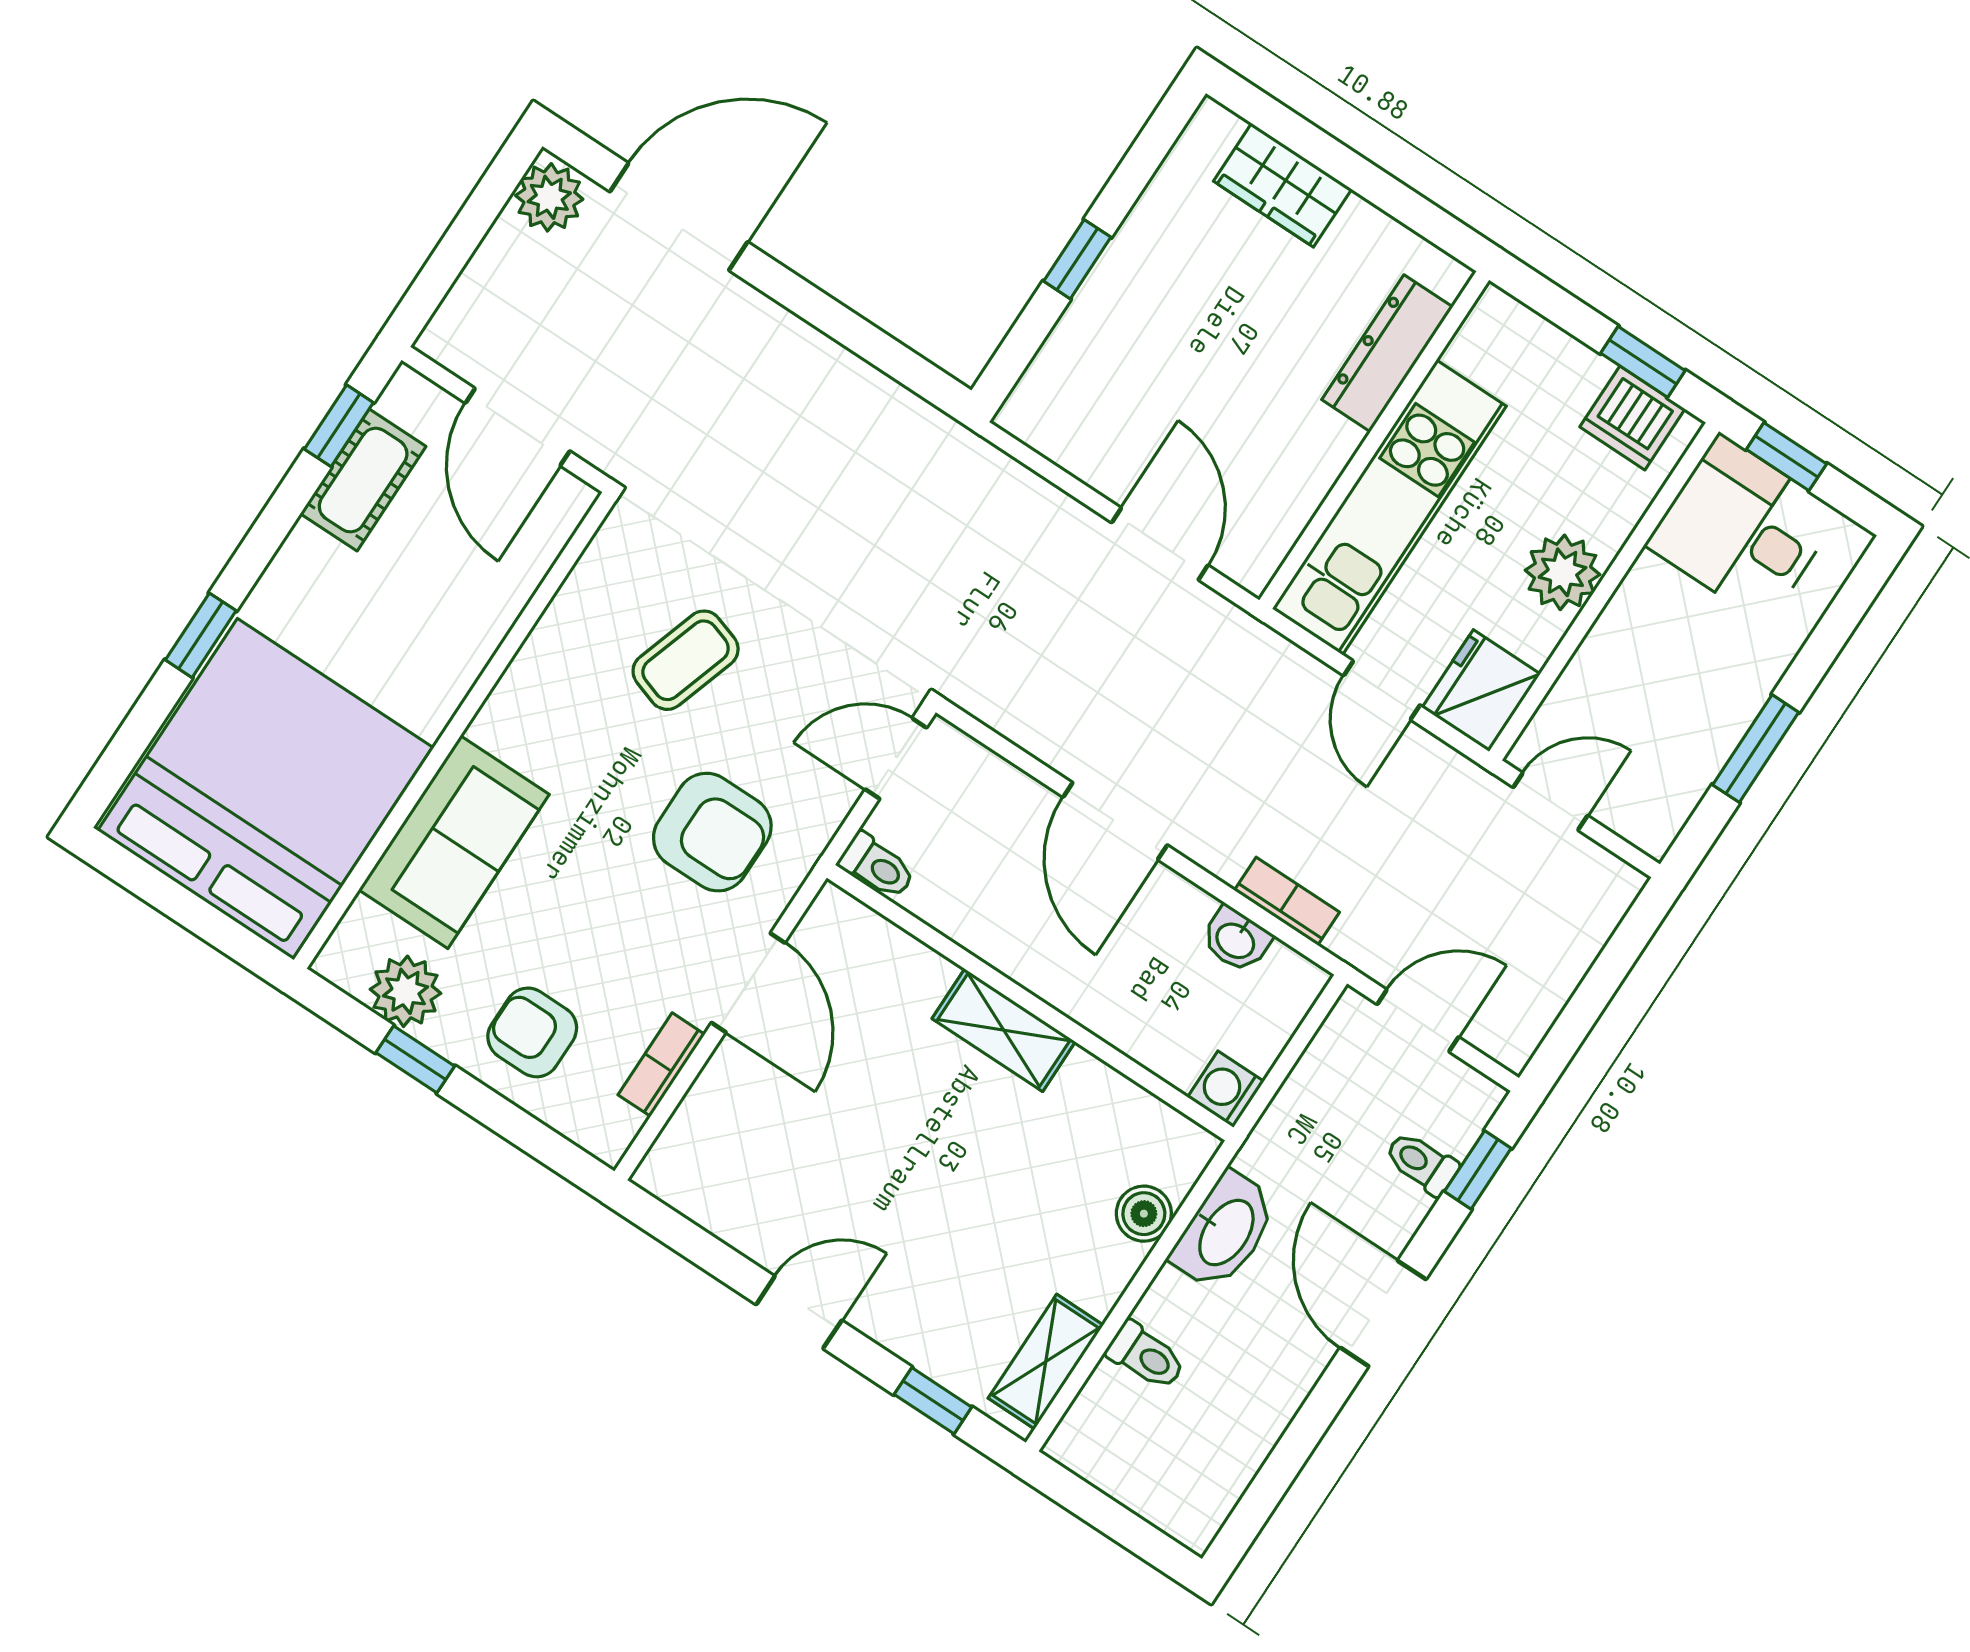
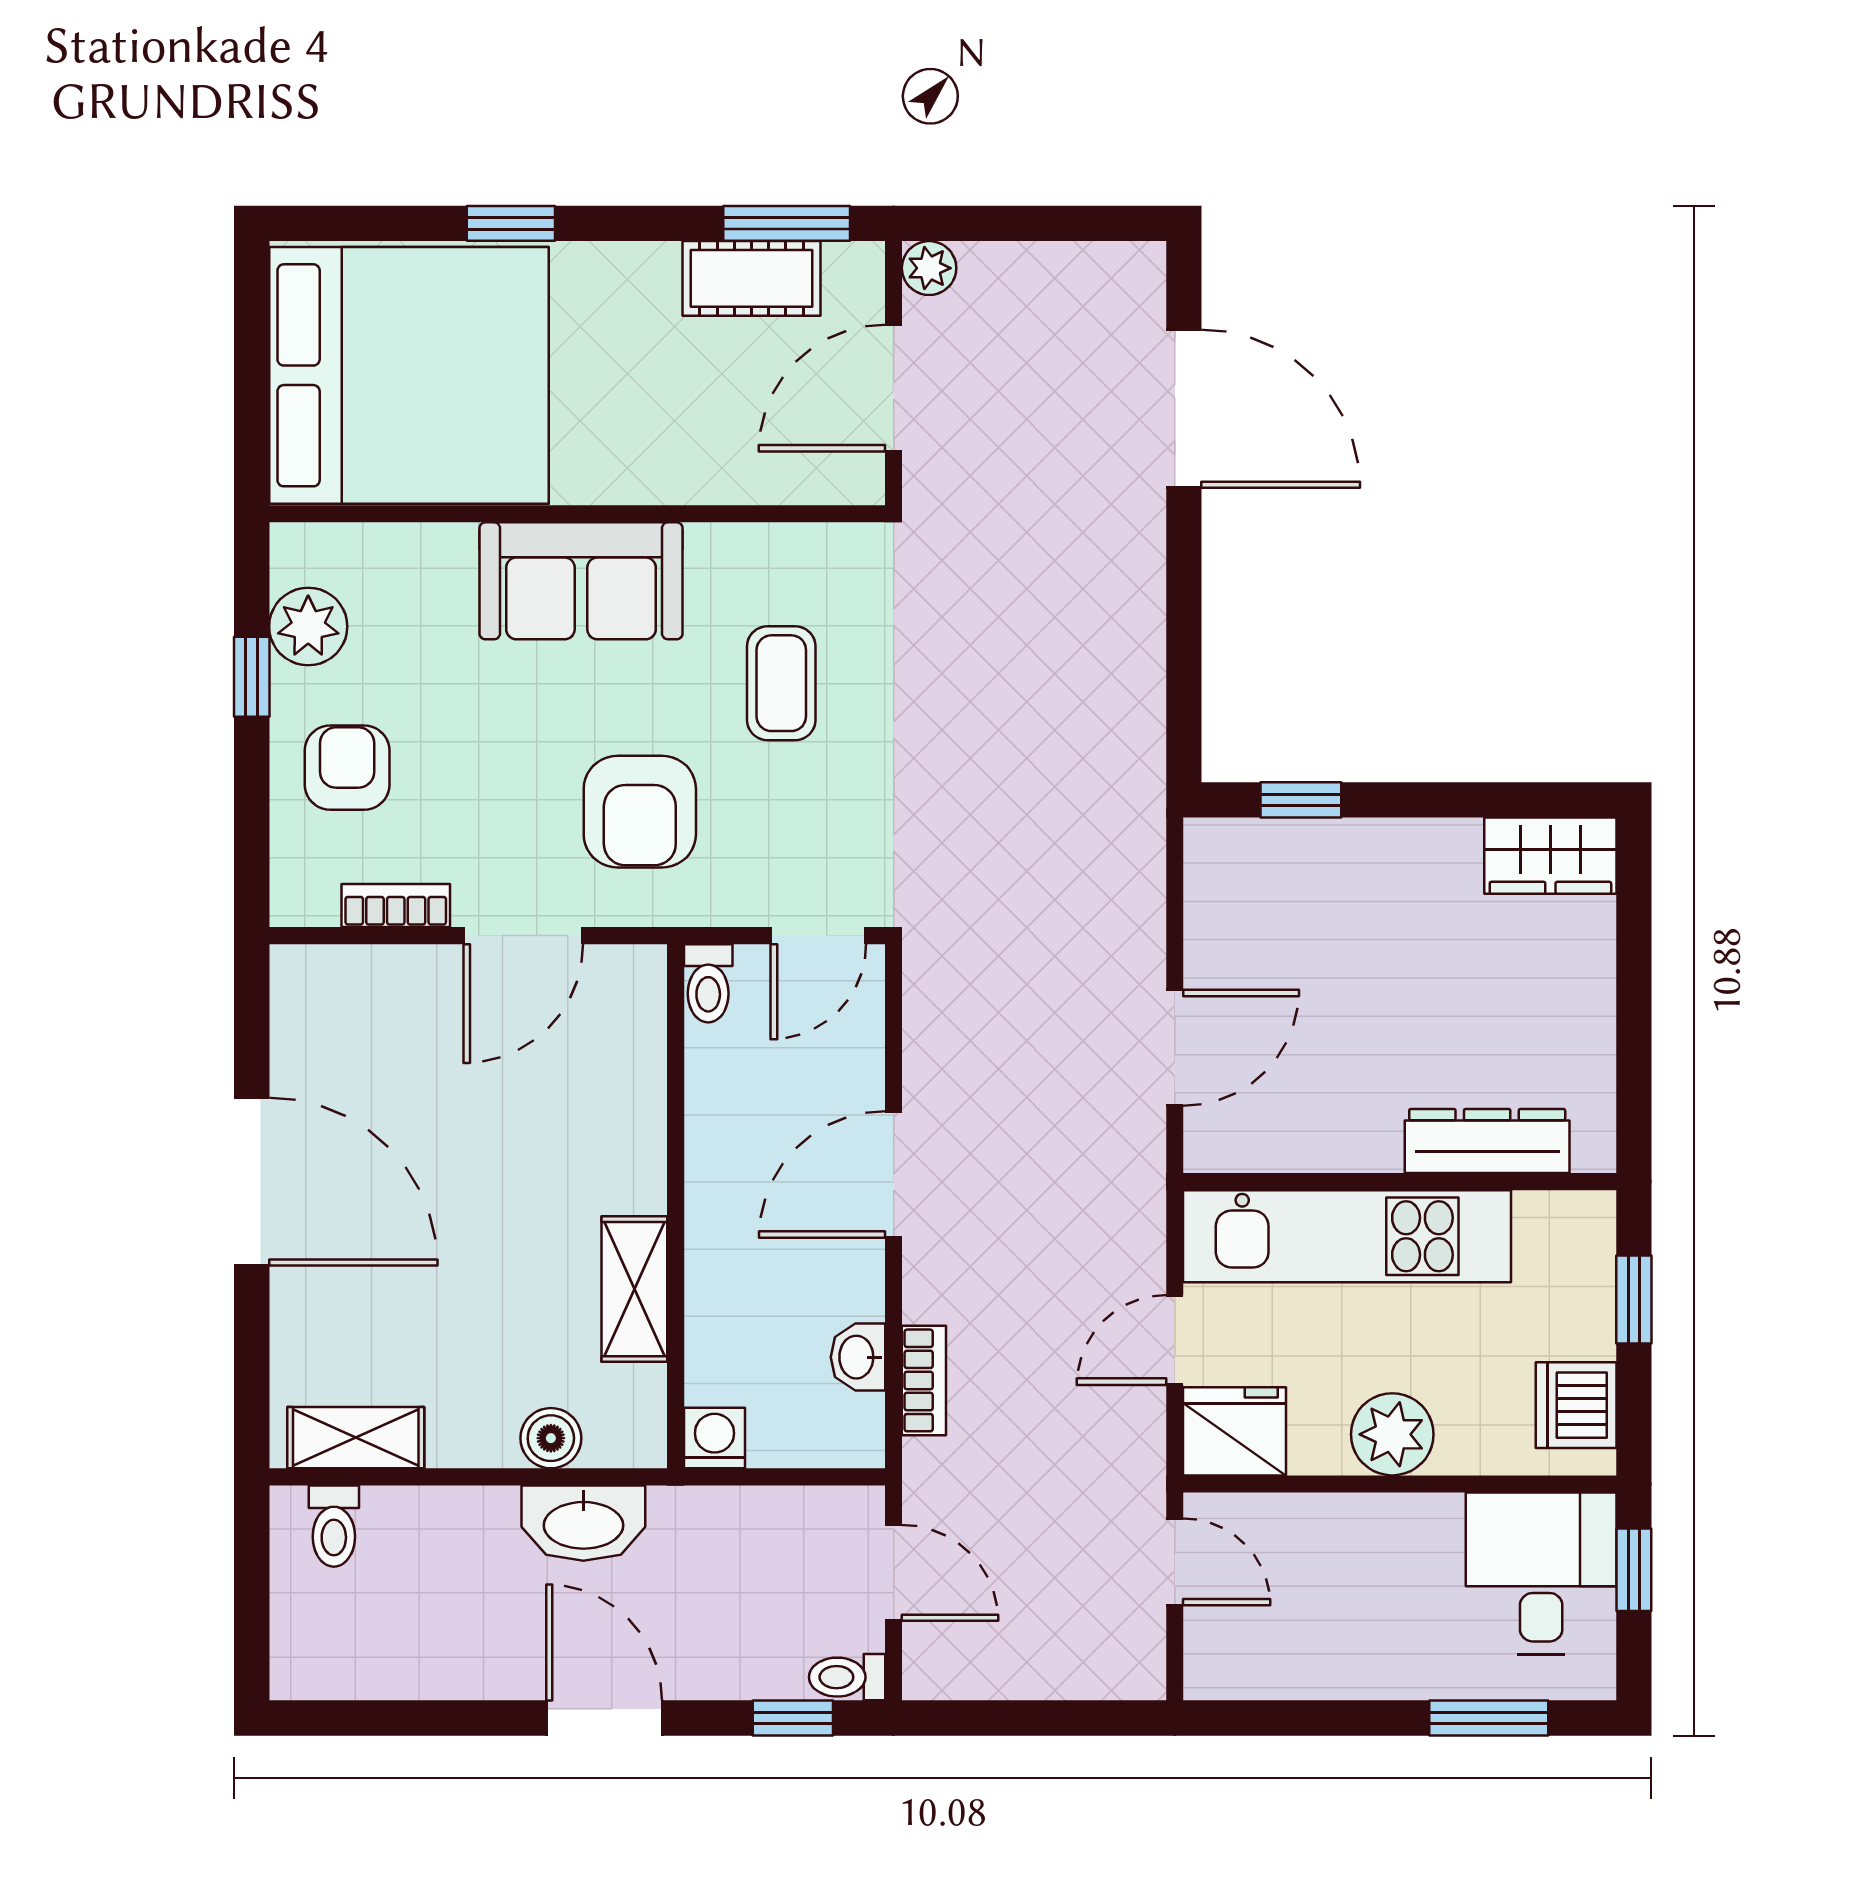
wardrobe: (1283, 185) -> (1550, 856), moved, turned -90
plant: (549, 197) -> (929, 268), moved, width x0.73, depth x0.73
window: (1077, 259) -> (1301, 800), moved
window: (1643, 362) -> (1634, 1300), moved
window: (339, 426) -> (787, 223), width x1.50
coffee table: (686, 660) -> (781, 683), turned 72
window: (1756, 749) -> (1489, 1718), moved
door: (896, 759) -> (818, 936), swing flipped
sofa: (454, 842) -> (581, 581), moved
shelving: (1004, 1030) -> (634, 1289), moved
toilet: (1422, 1163) -> (847, 1677), moved, turned -90
door: (799, 1312) -> (252, 1182), width x1.88
door: (1383, 1313) -> (604, 1718), hinge flipped
toilet: (1146, 1356) -> (334, 1526), moved
window: (933, 1401) -> (252, 1358), removed

